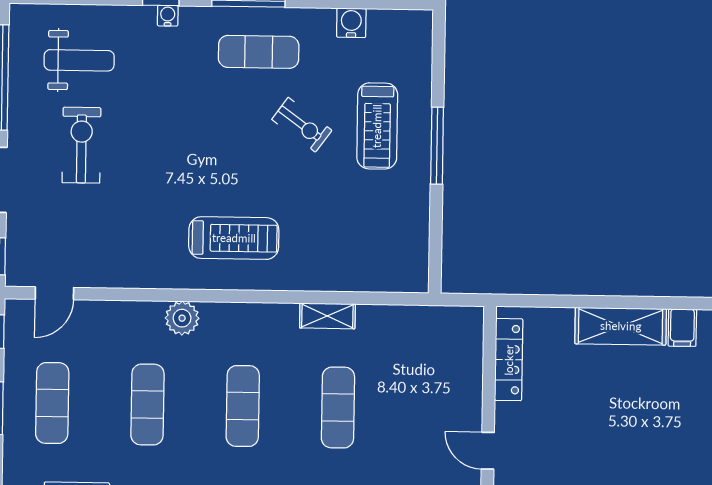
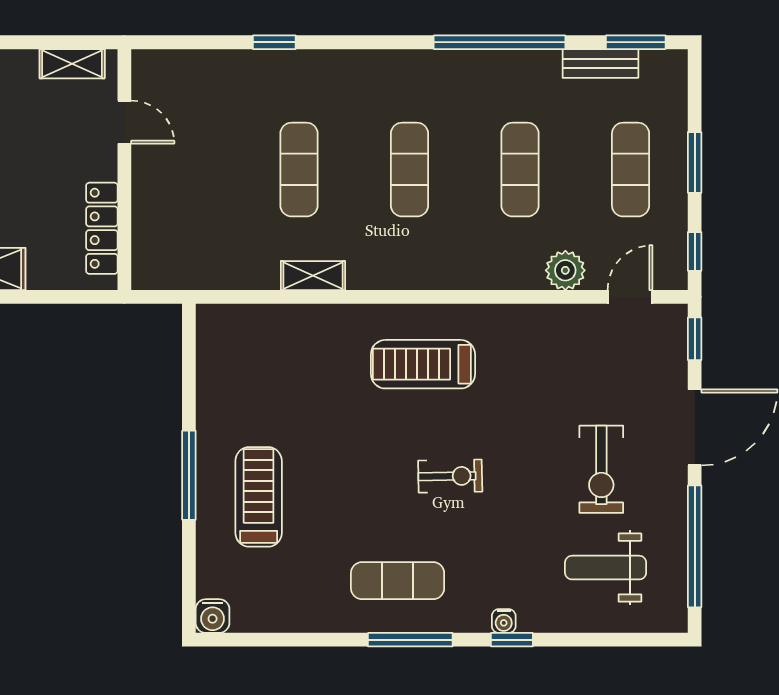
water cooler: (351, 23) -> (213, 616), moved
exercise bike: (302, 125) -> (450, 476), moved, turned 143
plant: (182, 318) -> (565, 270), moved

